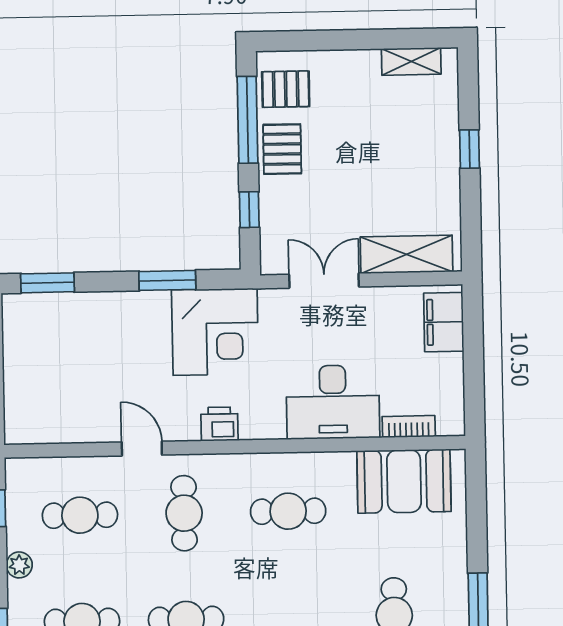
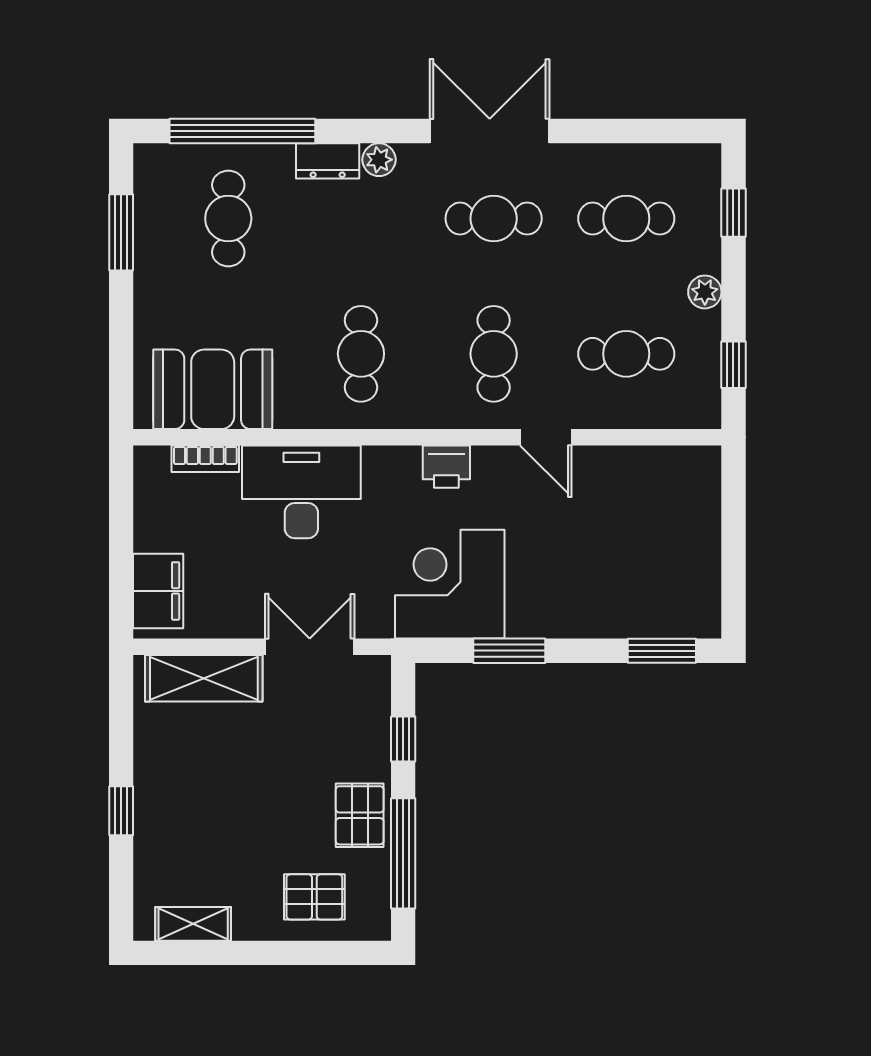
pallet: (286, 89) -> (314, 897), moved
double door: (324, 281) -> (310, 647), swing flipped
cafe table: (288, 511) -> (361, 354), turned 90

